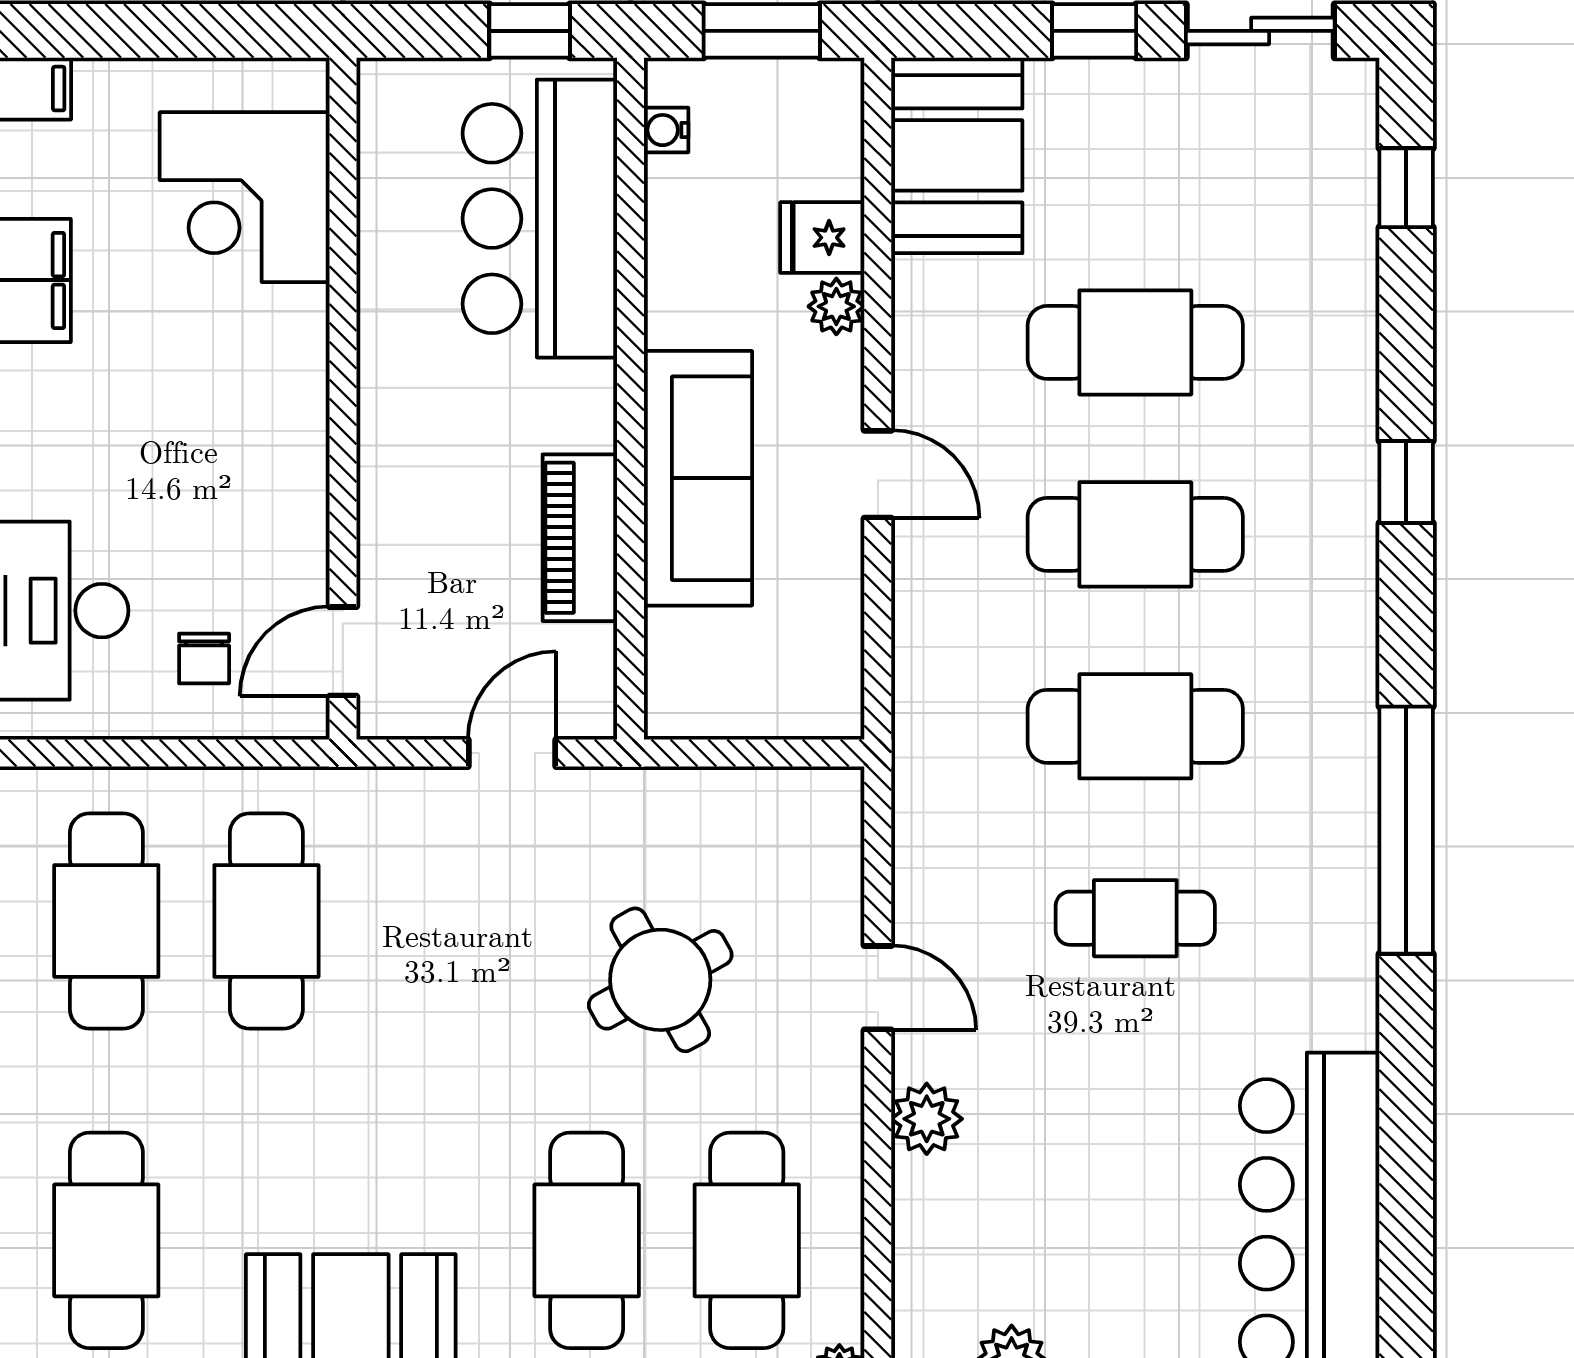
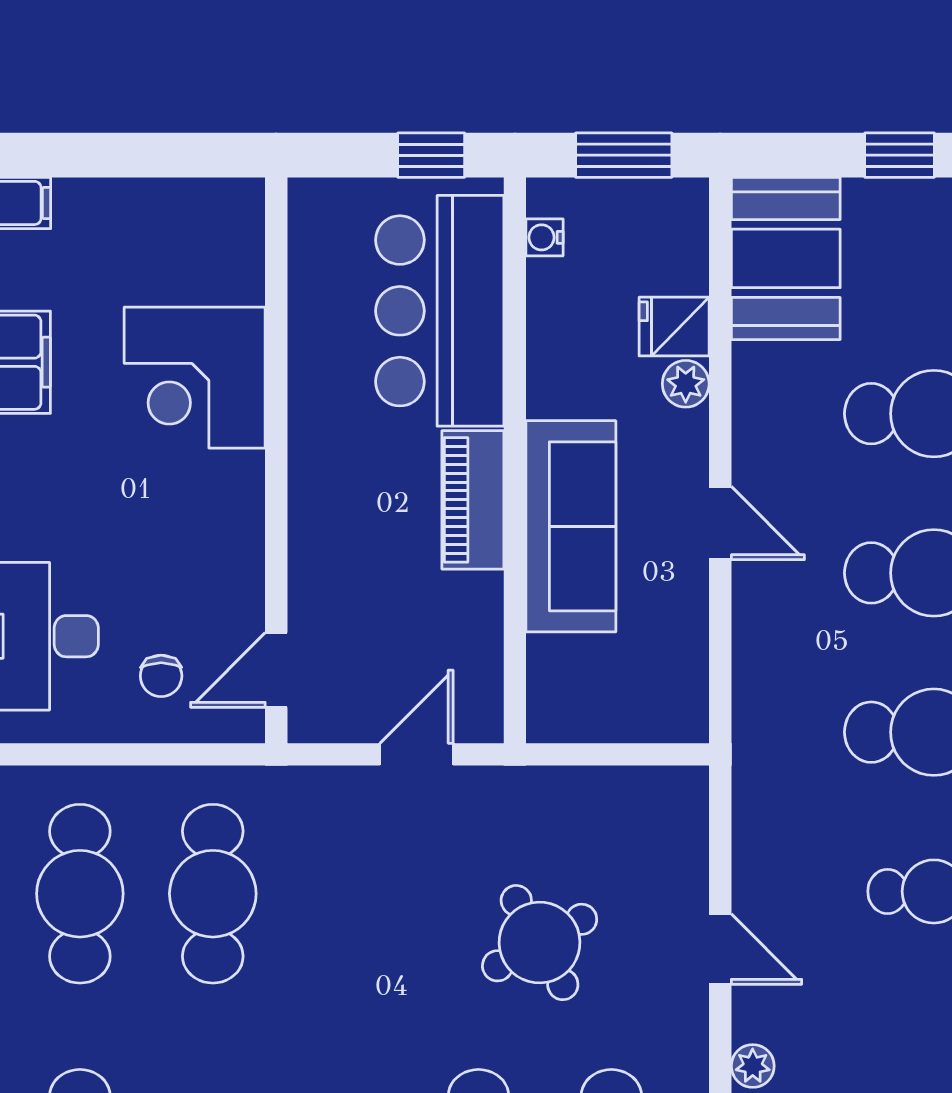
corner desk: (245, 197) -> (195, 378), moved
piano: (580, 538) -> (473, 500), moved
plant: (927, 1119) -> (753, 1066), width x0.73, depth x0.73

